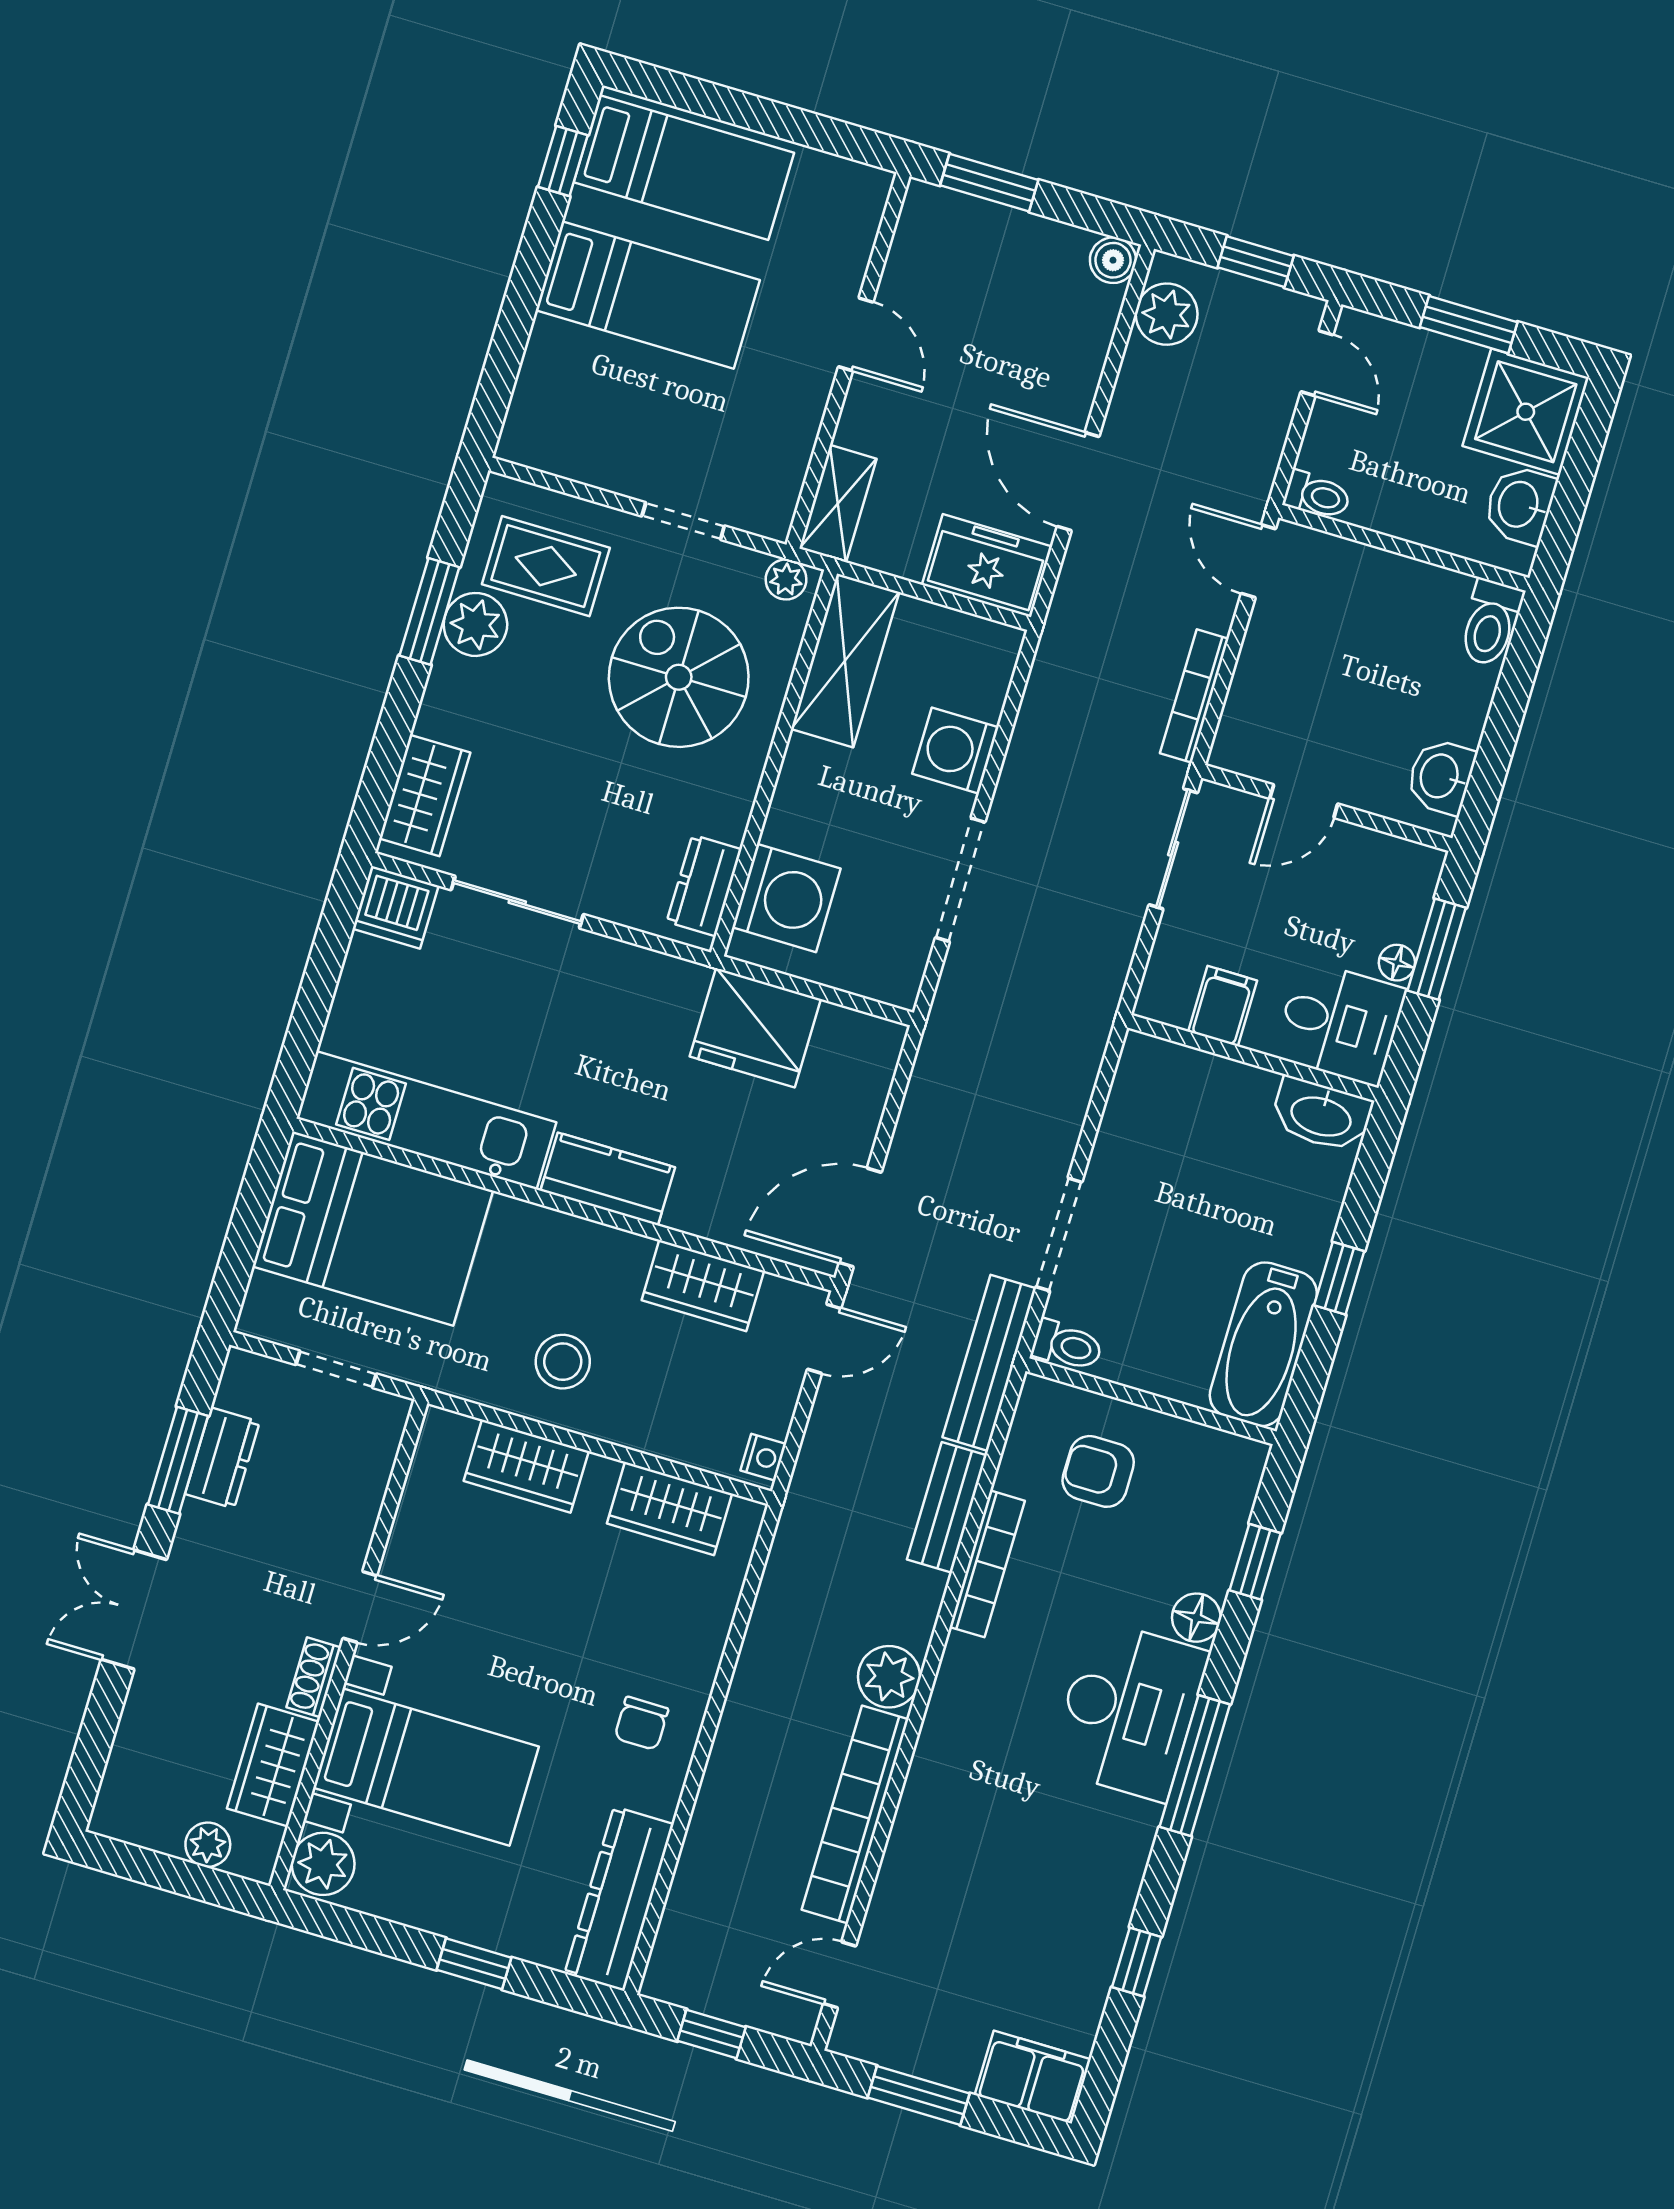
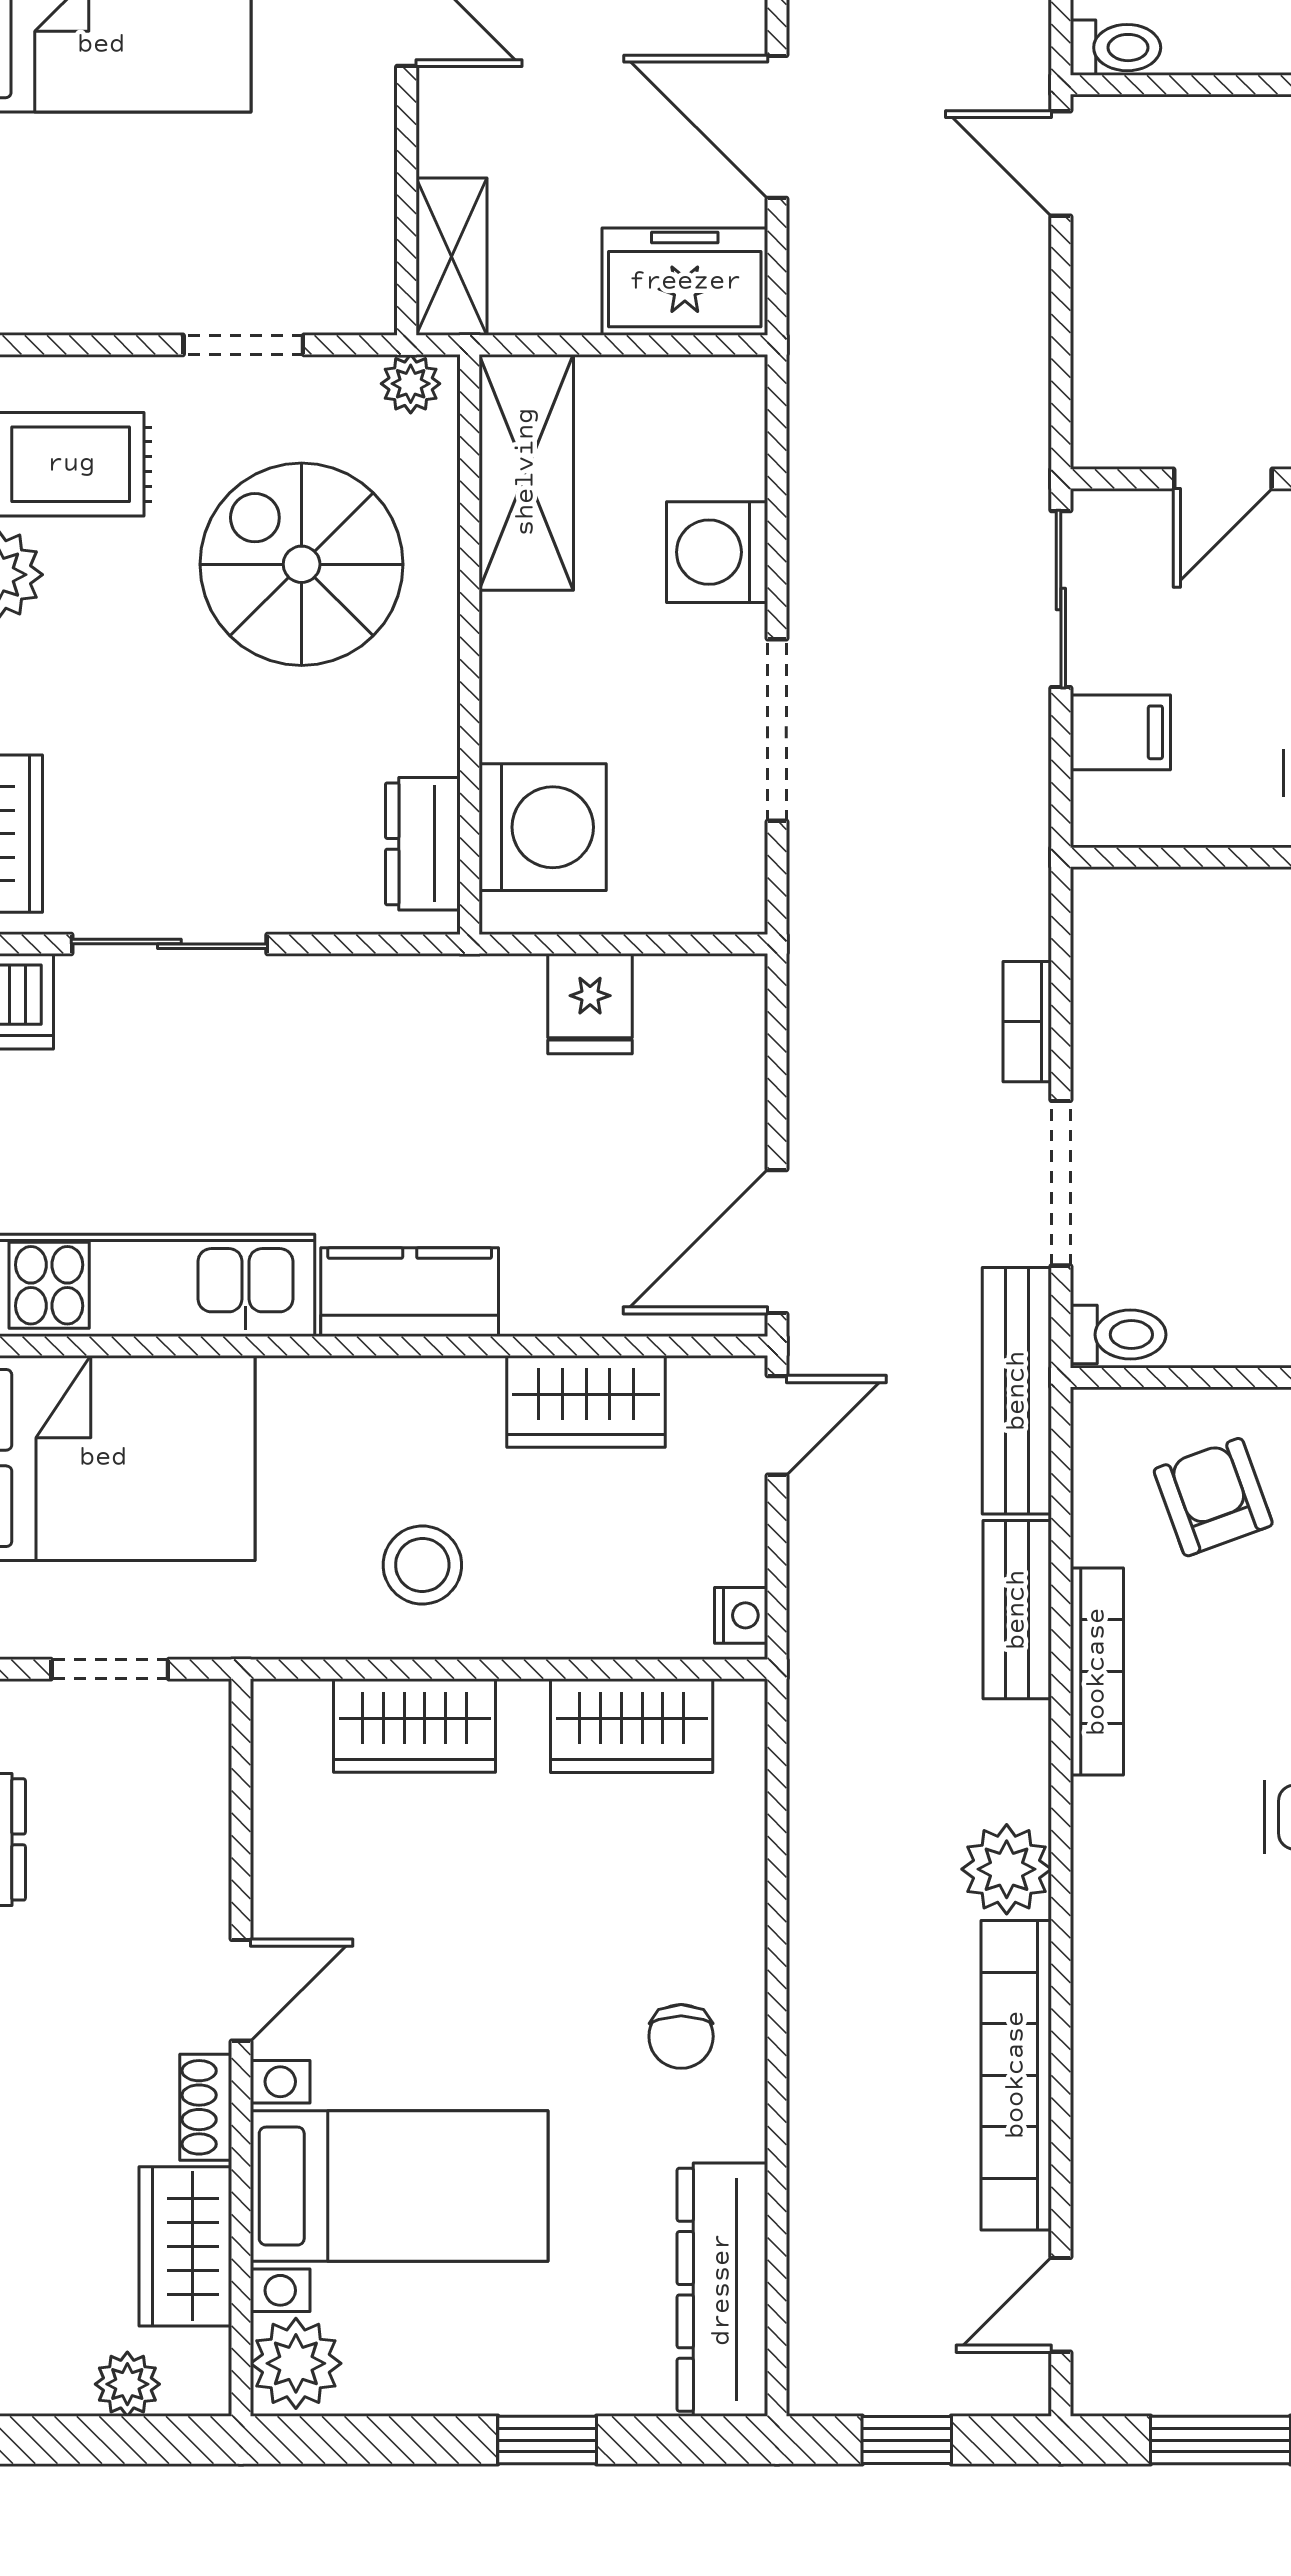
bookcase: (1194, 696) -> (1027, 1022), moved, width x0.64
filing cabinet: (1223, 1006) -> (1120, 732), moved, turned 90
fridge: (755, 1028) -> (590, 1004), width x0.53, depth x0.75
armchair: (1098, 1471) -> (1213, 1497), turned 70

